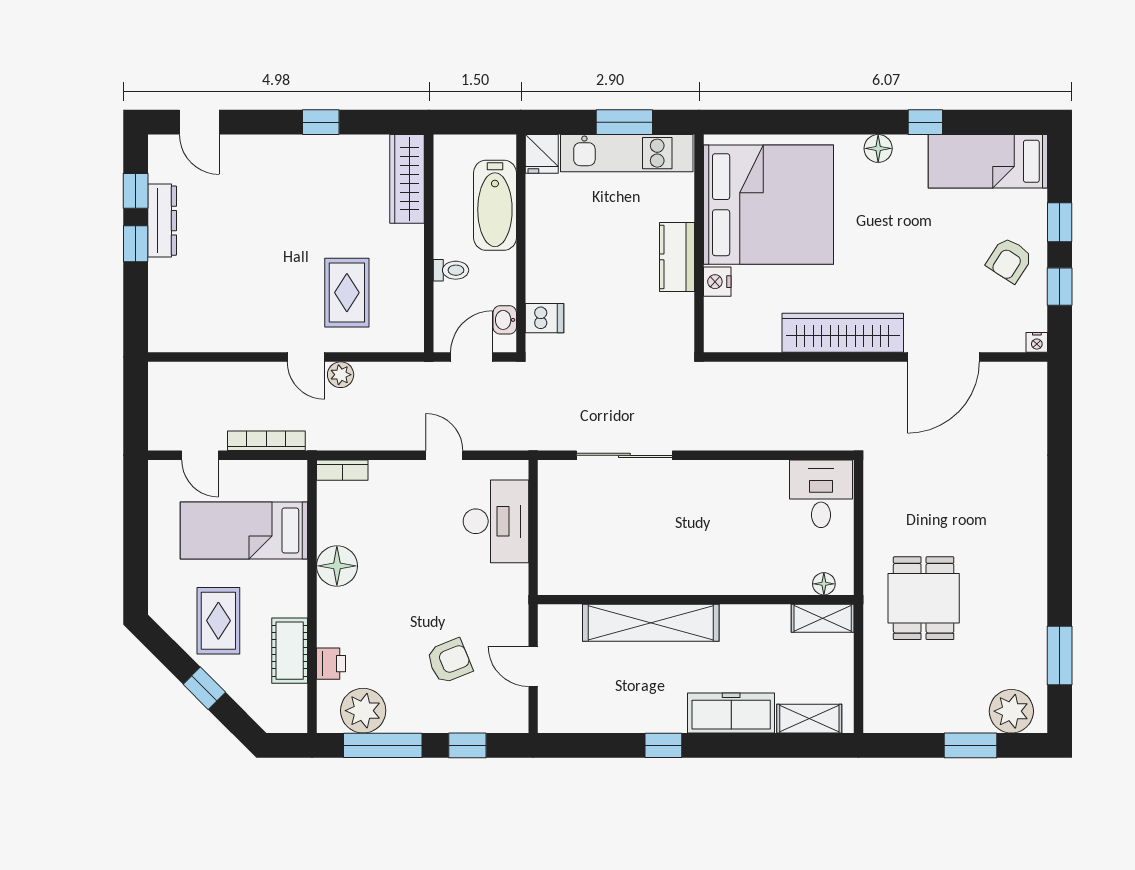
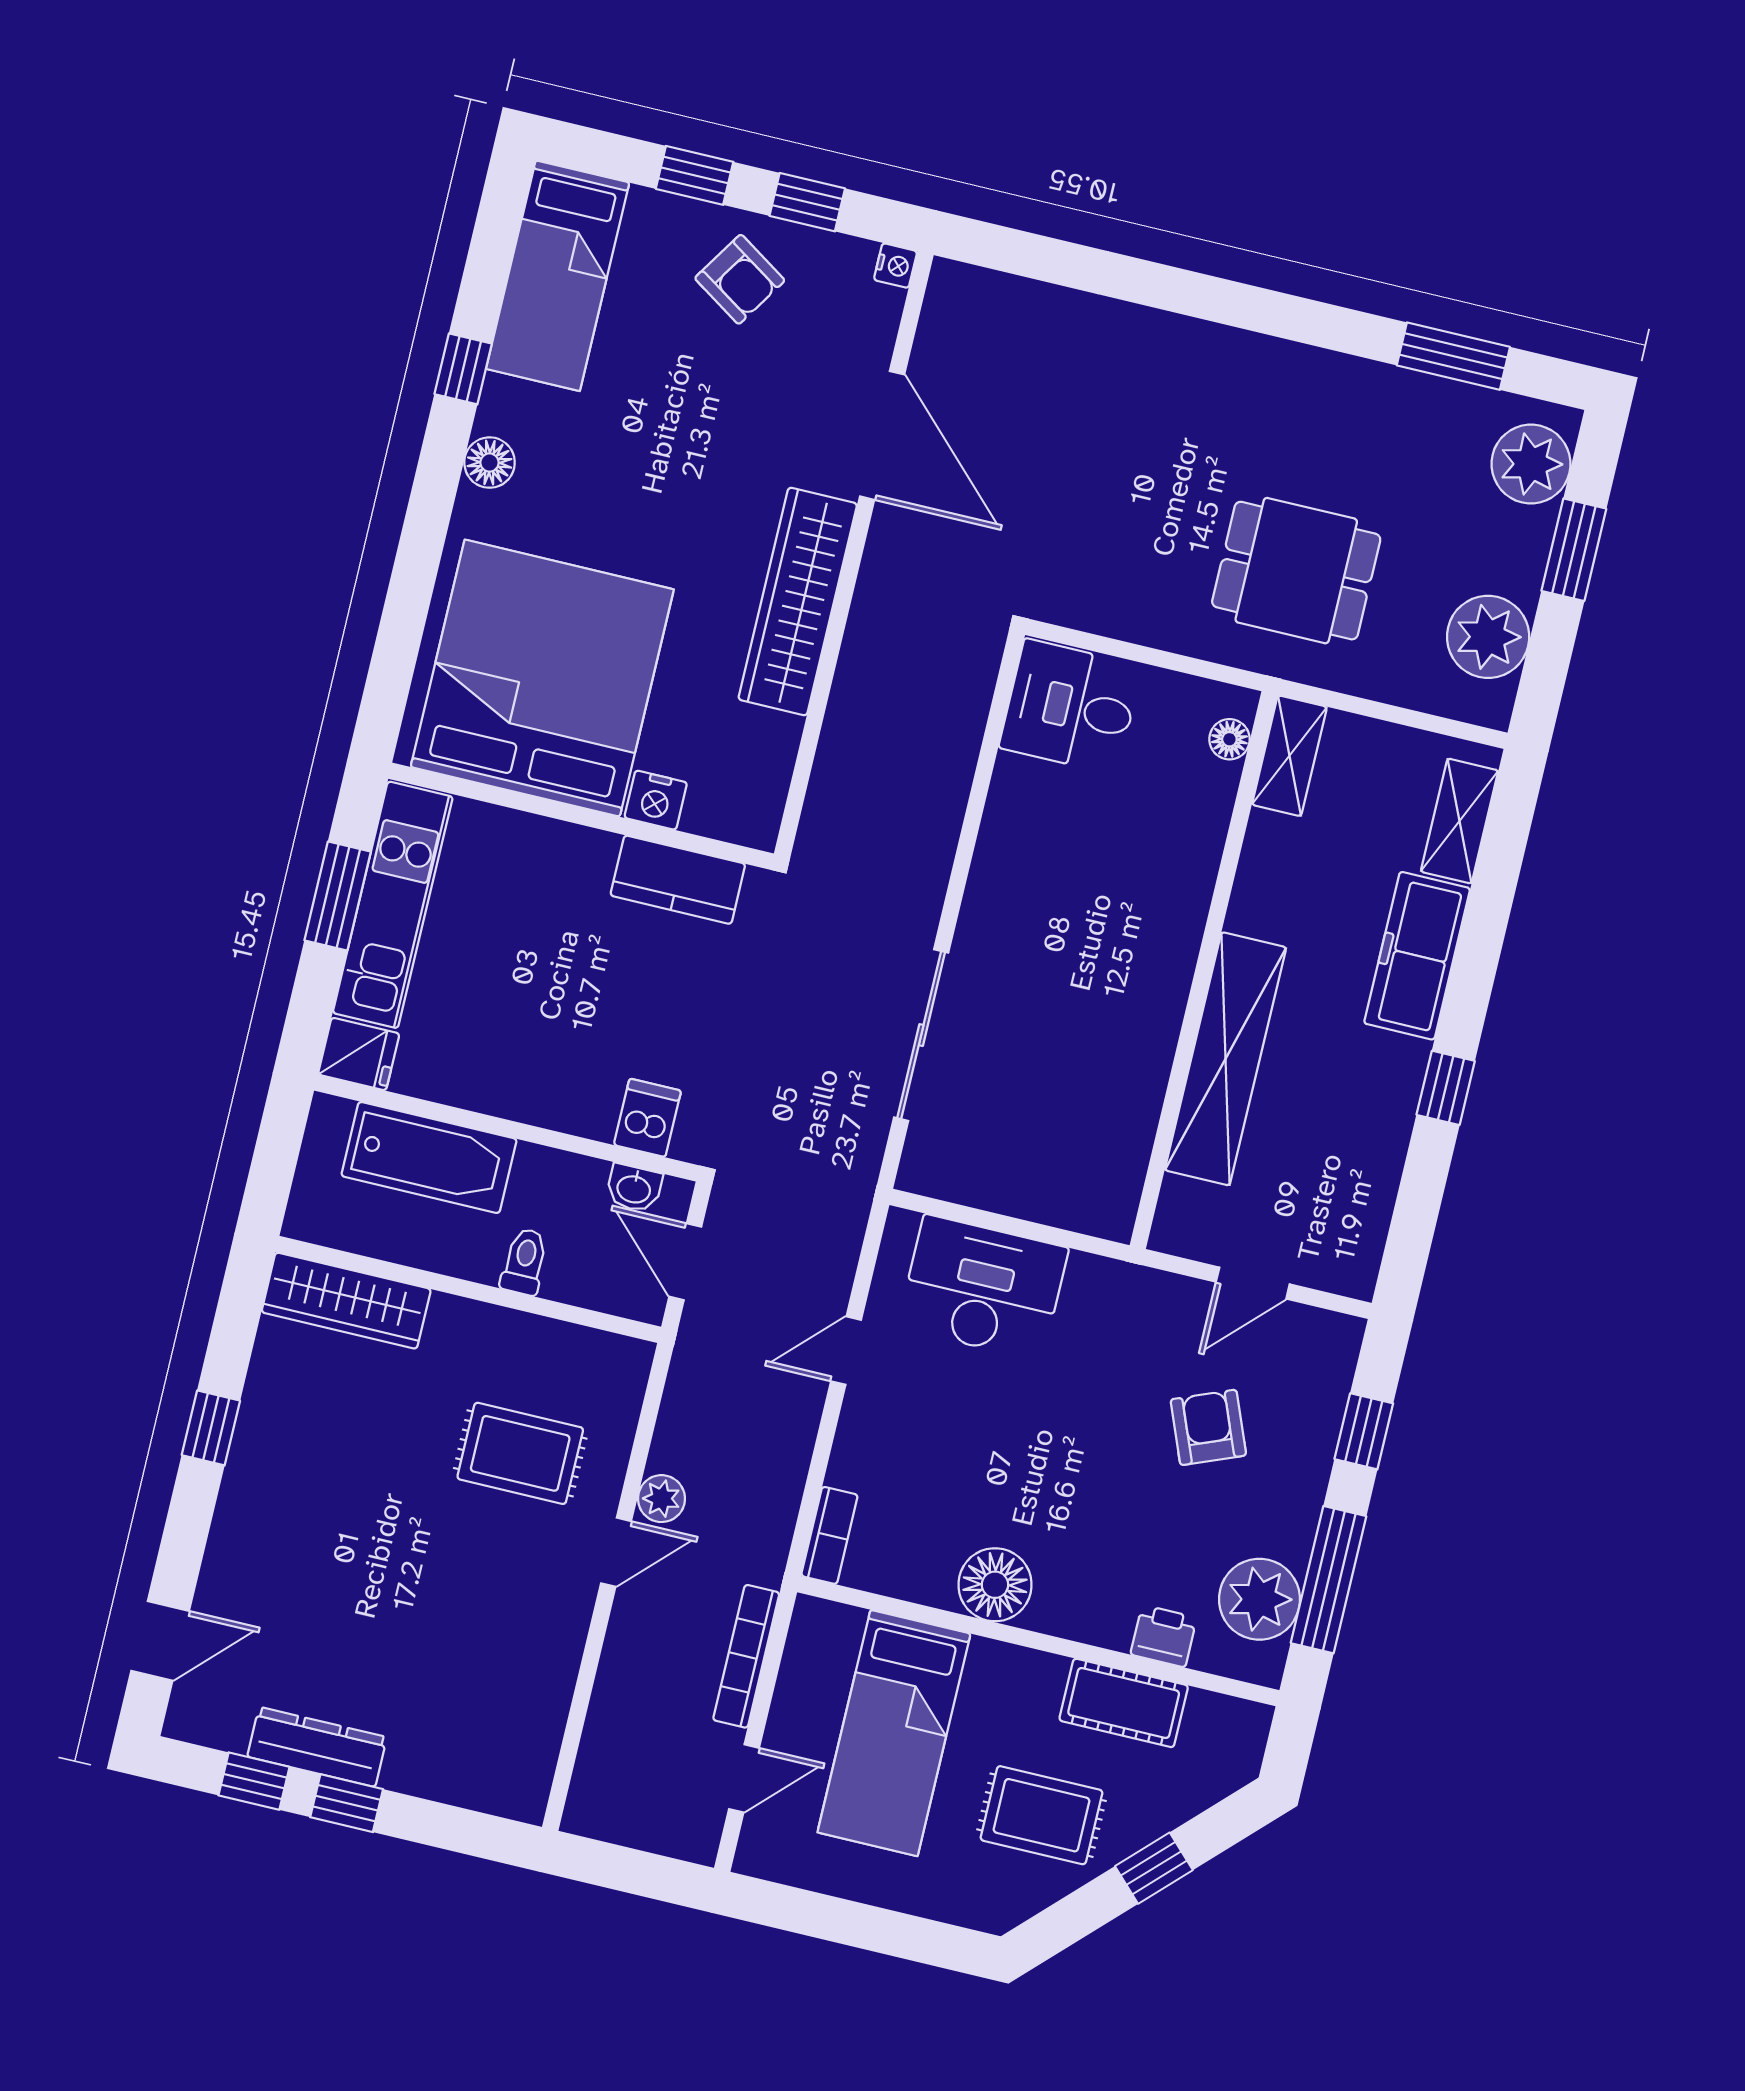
kitchen counter: (677, 257) -> (678, 880), moved
plant: (912, 710) -> (1488, 637), added

